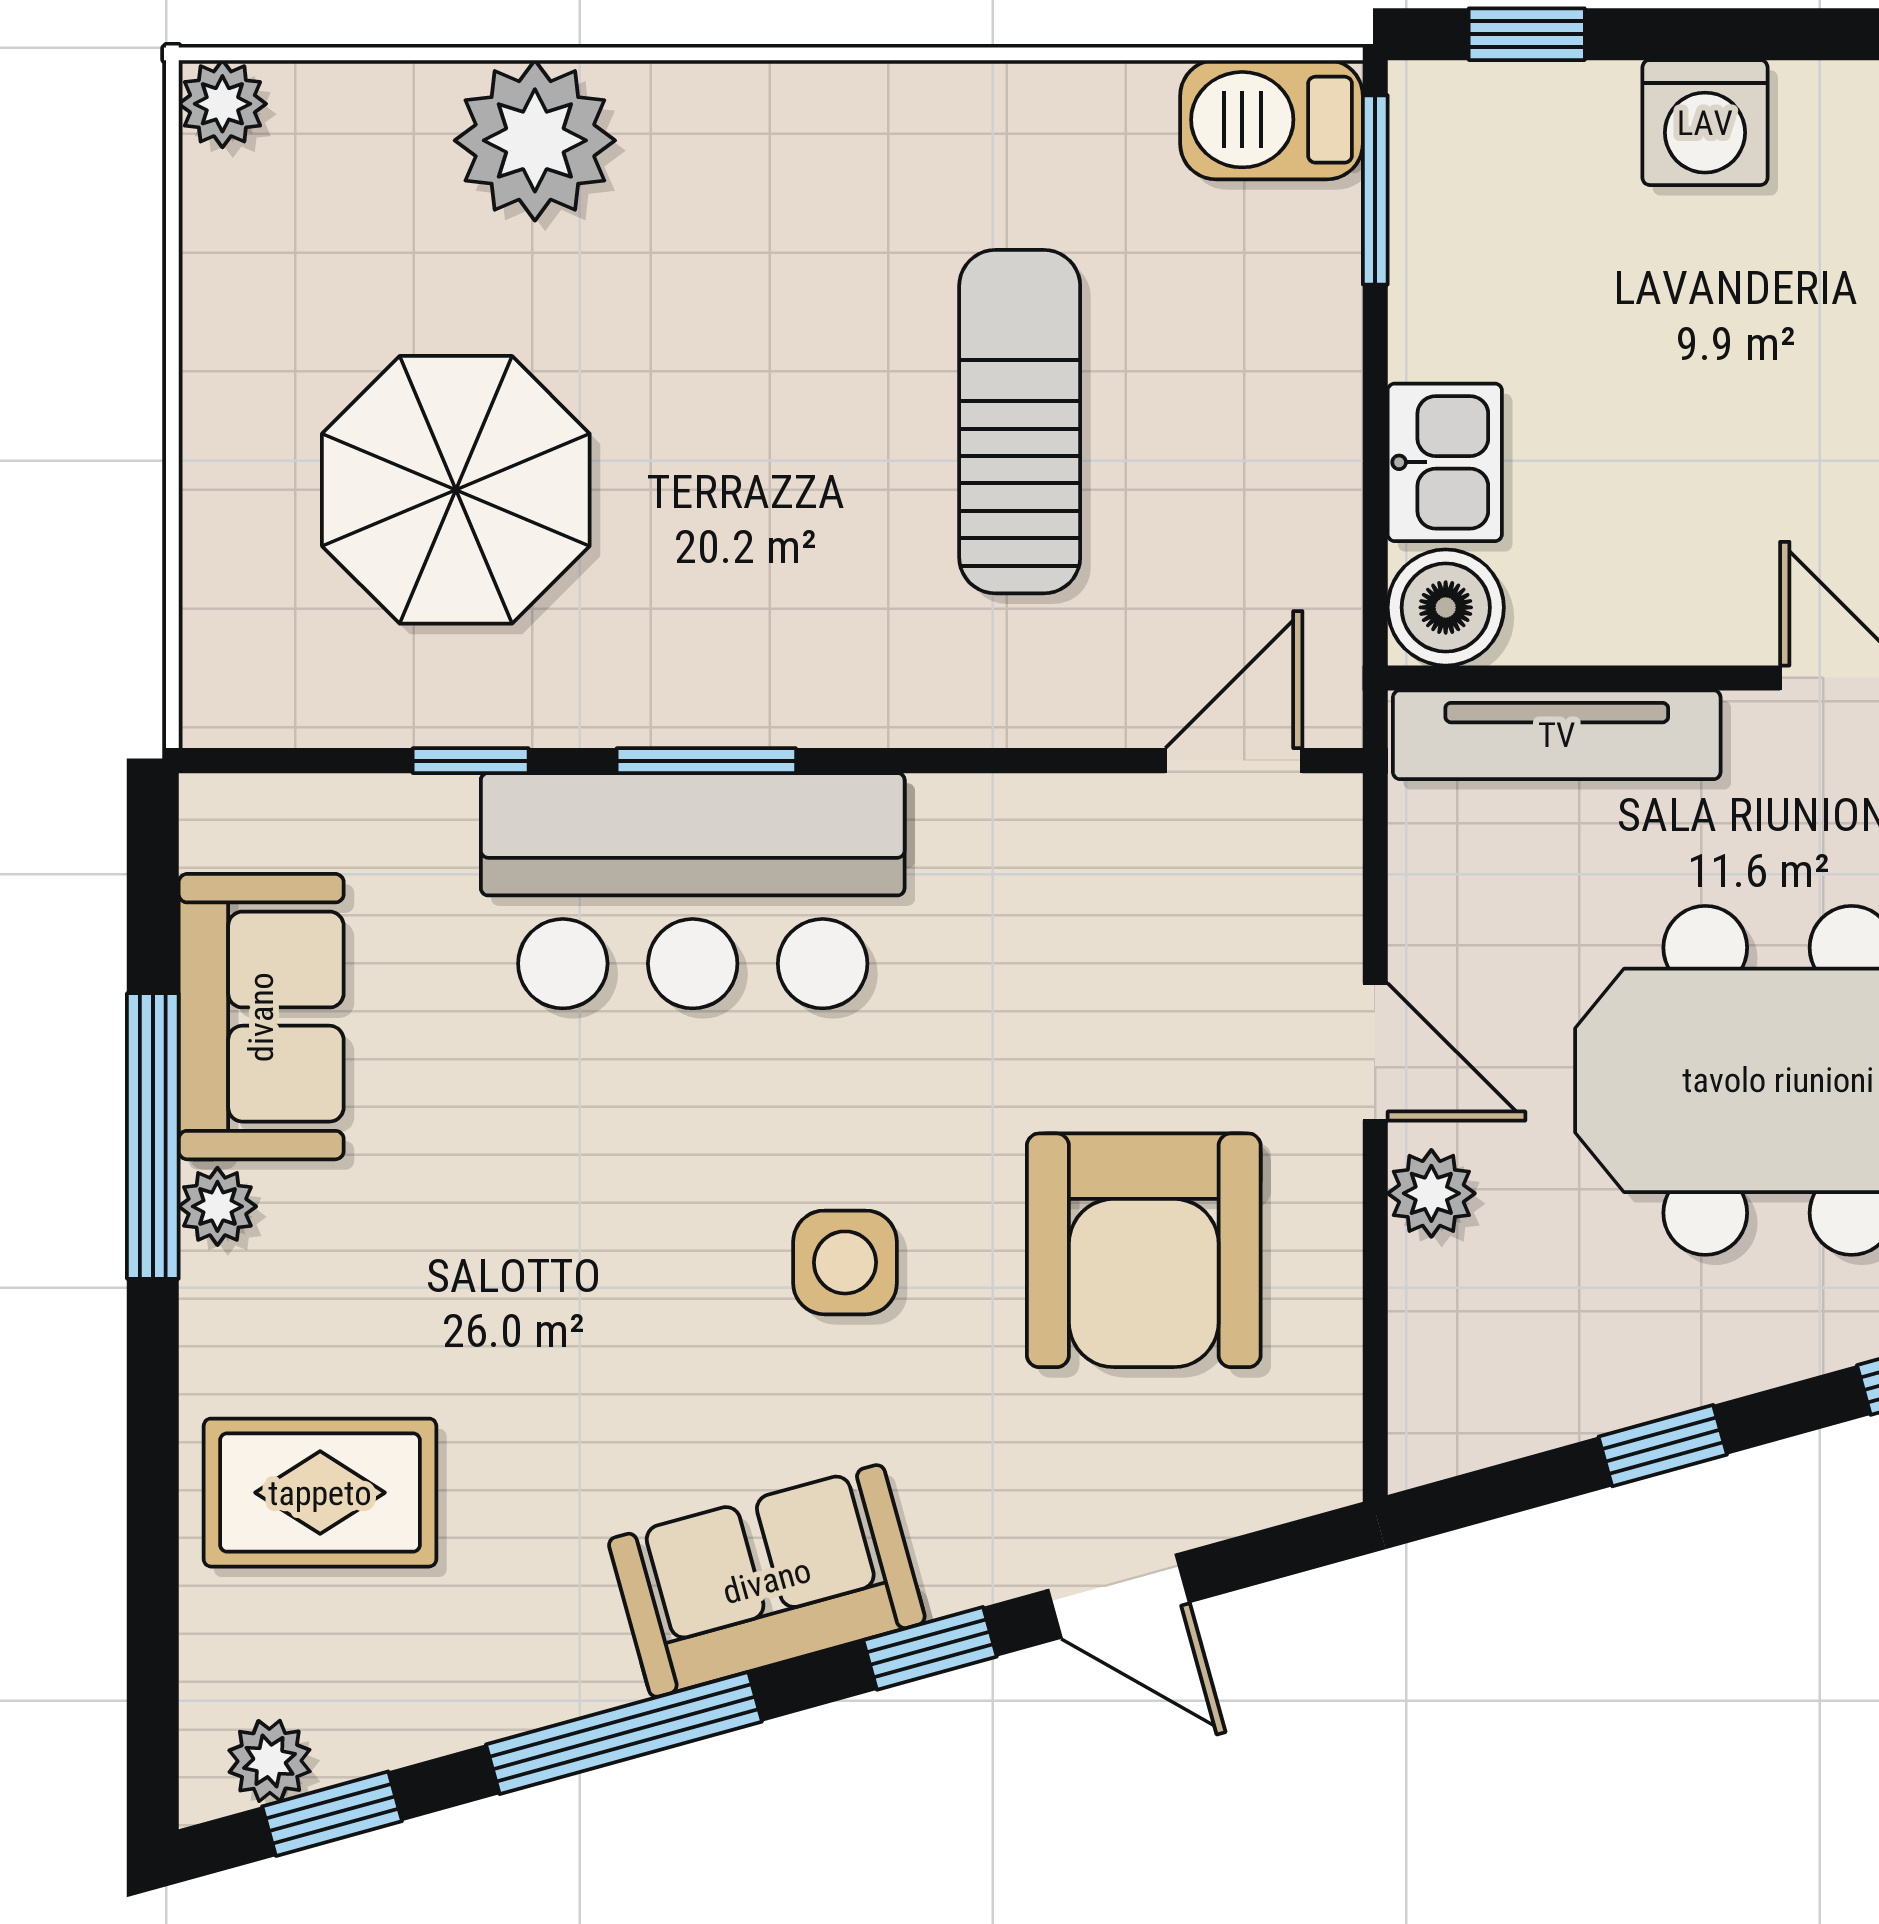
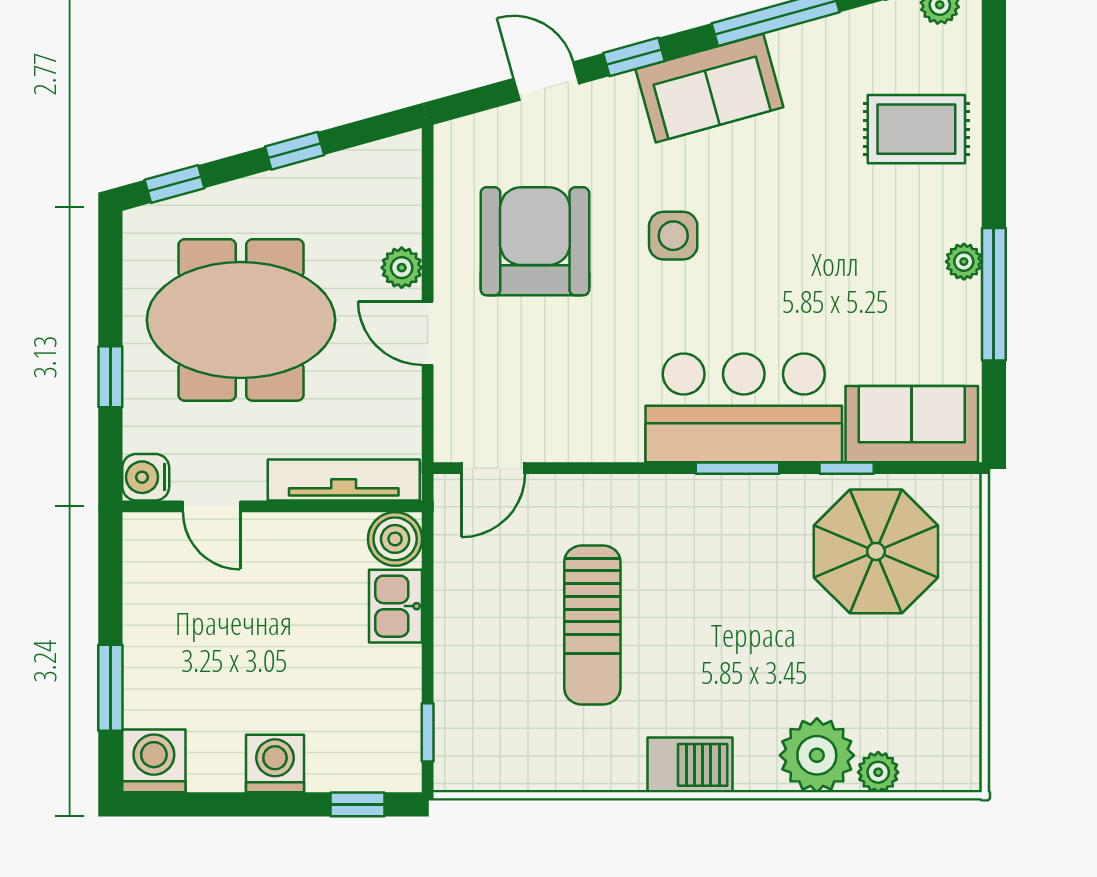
plant: (222, 104) -> (878, 772), moved
barbecue: (1271, 120) -> (690, 765), moved
window: (1375, 190) -> (428, 732), width x0.67
parasol: (456, 490) -> (876, 551), moved
sofa: (261, 1017) -> (912, 424), moved, turned 90

